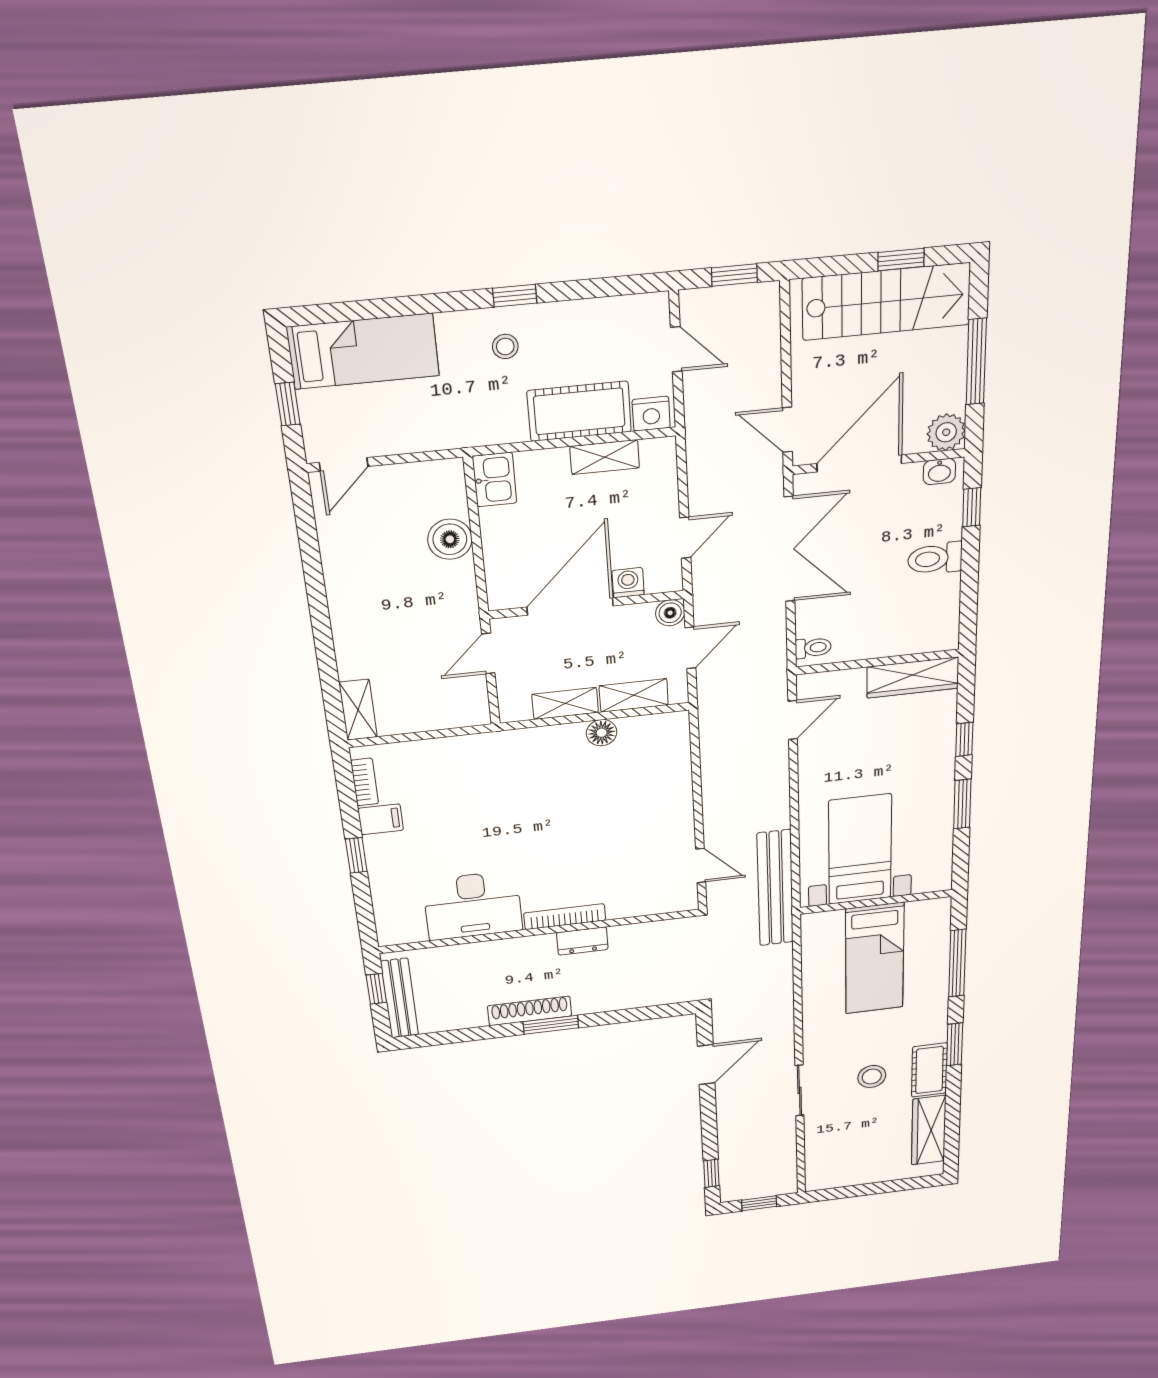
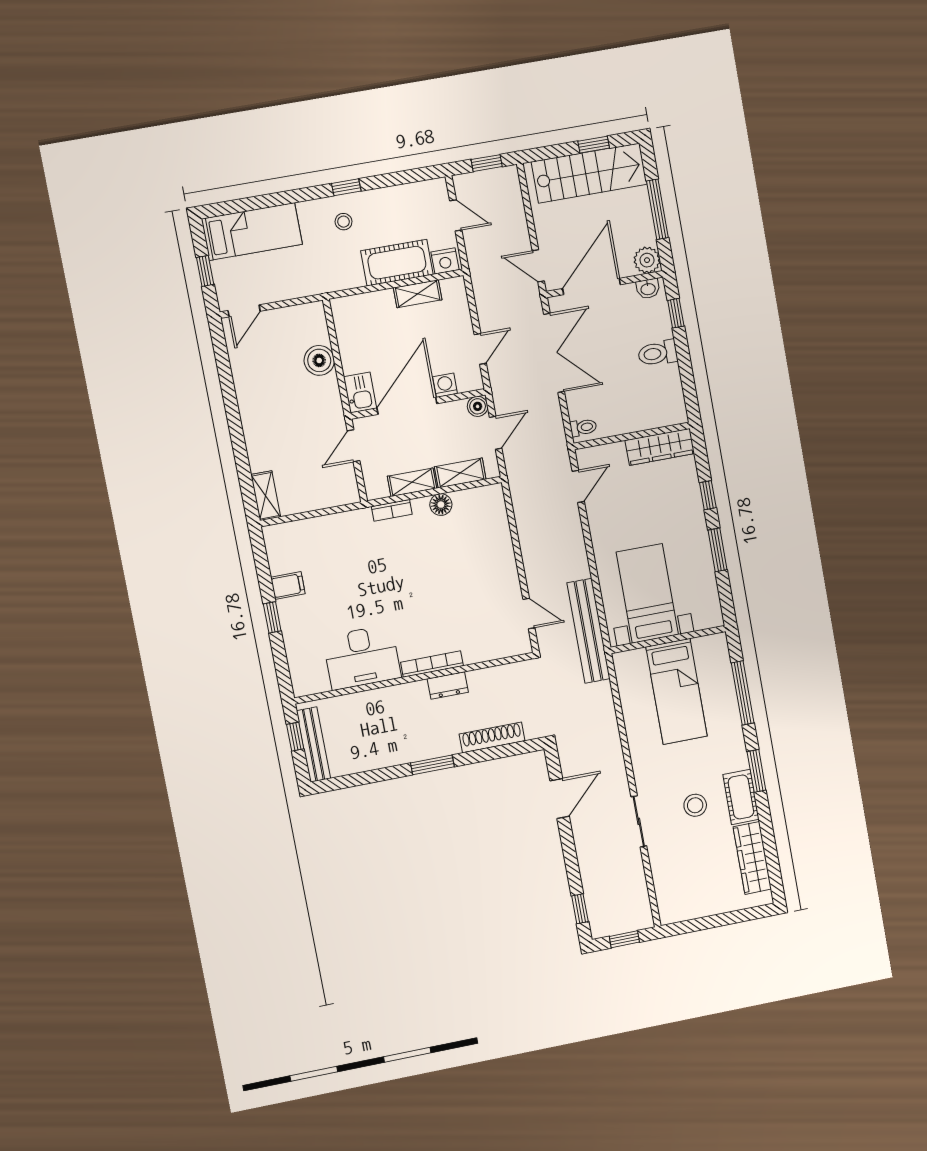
kitchen sink: (495, 480) -> (360, 393), moved
bookcase: (365, 782) -> (392, 510), moved, turned 90
shoe rack: (530, 1011) -> (492, 737), moved

